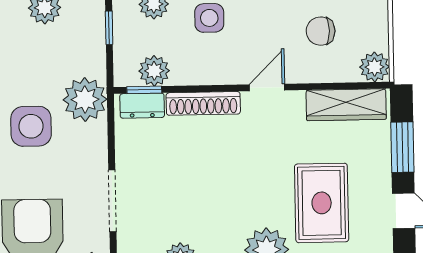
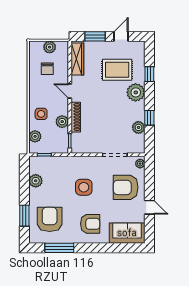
plant: (375, 67) -> (50, 47), moved
plant: (154, 71) -> (62, 122), moved
plant: (85, 99) -> (73, 165), removed
dresser: (142, 106) -> (76, 142), removed

